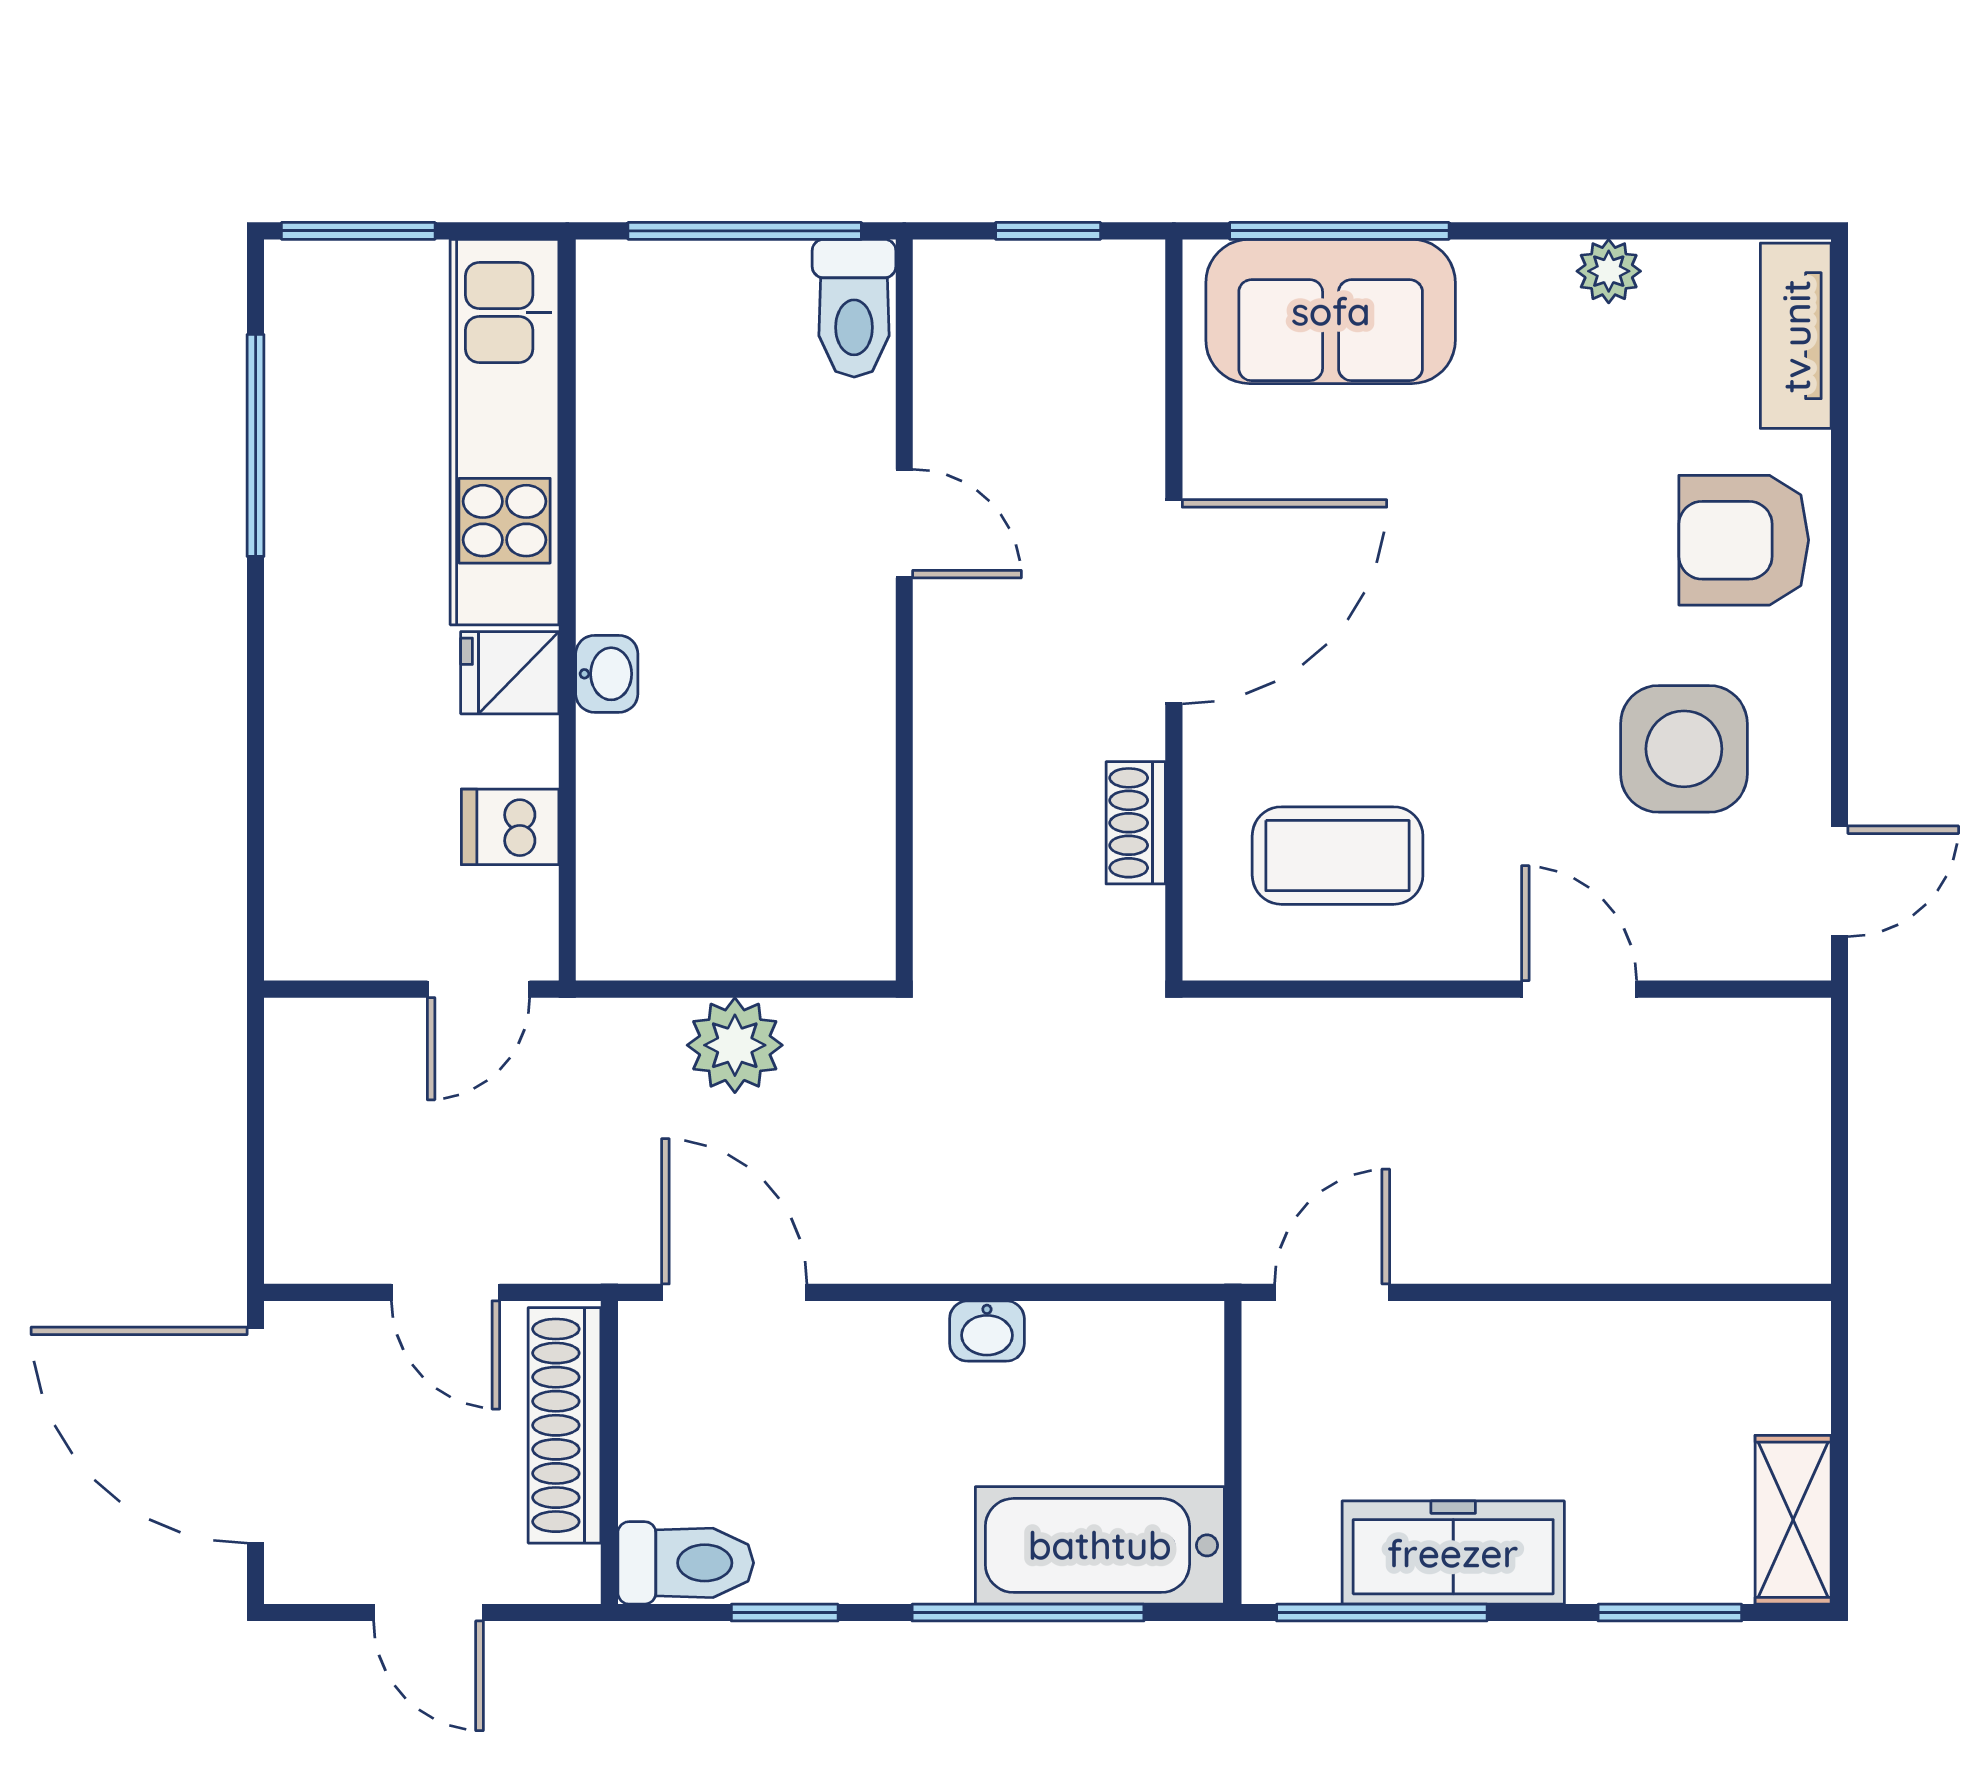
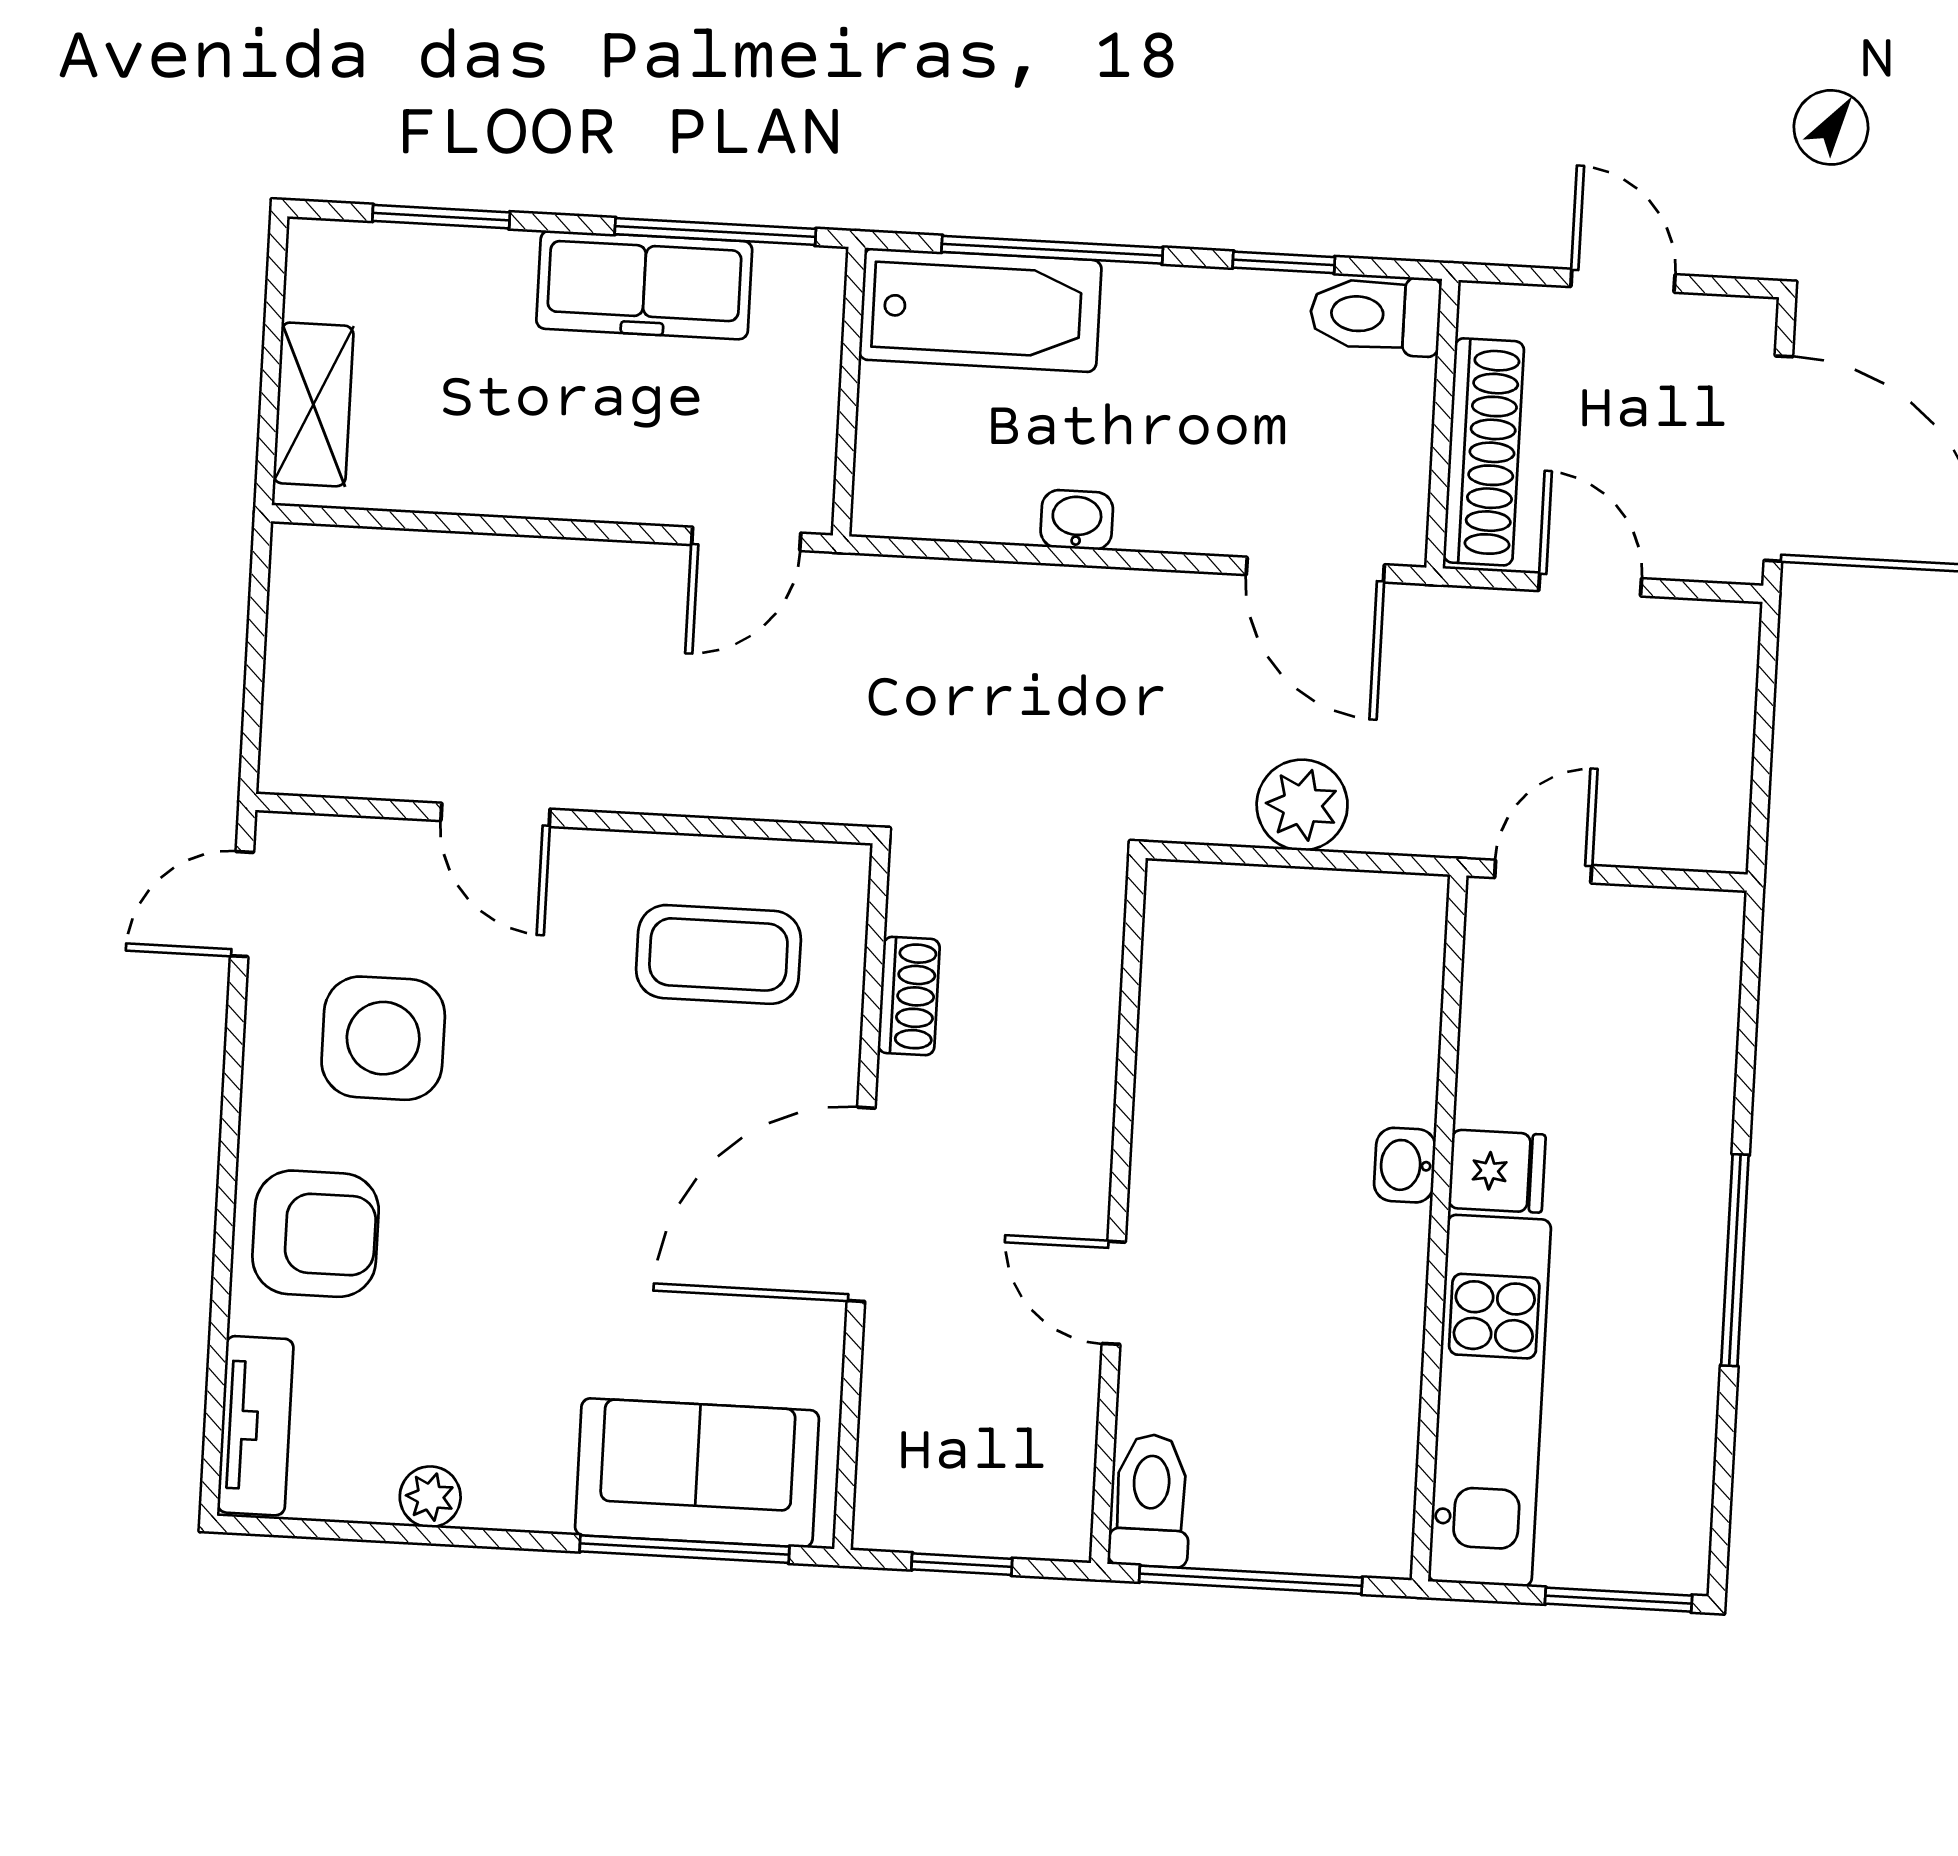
window: (256, 445) -> (1735, 1260), moved
dishwasher: (510, 827) -> (1505, 1024), removed
shelving: (1793, 1520) -> (313, 404), moved

